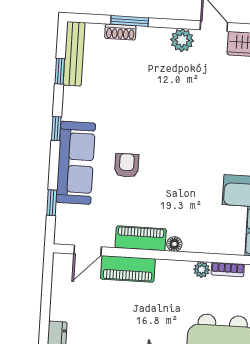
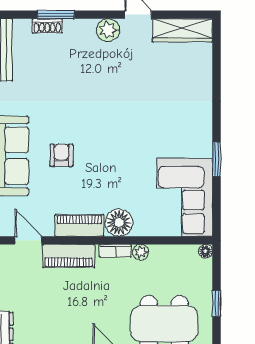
floor lamp: (174, 244) -> (119, 223), width x1.89, depth x1.89
door: (88, 250) -> (28, 240), swing flipped
bookcase: (228, 270) -> (115, 251), moved

